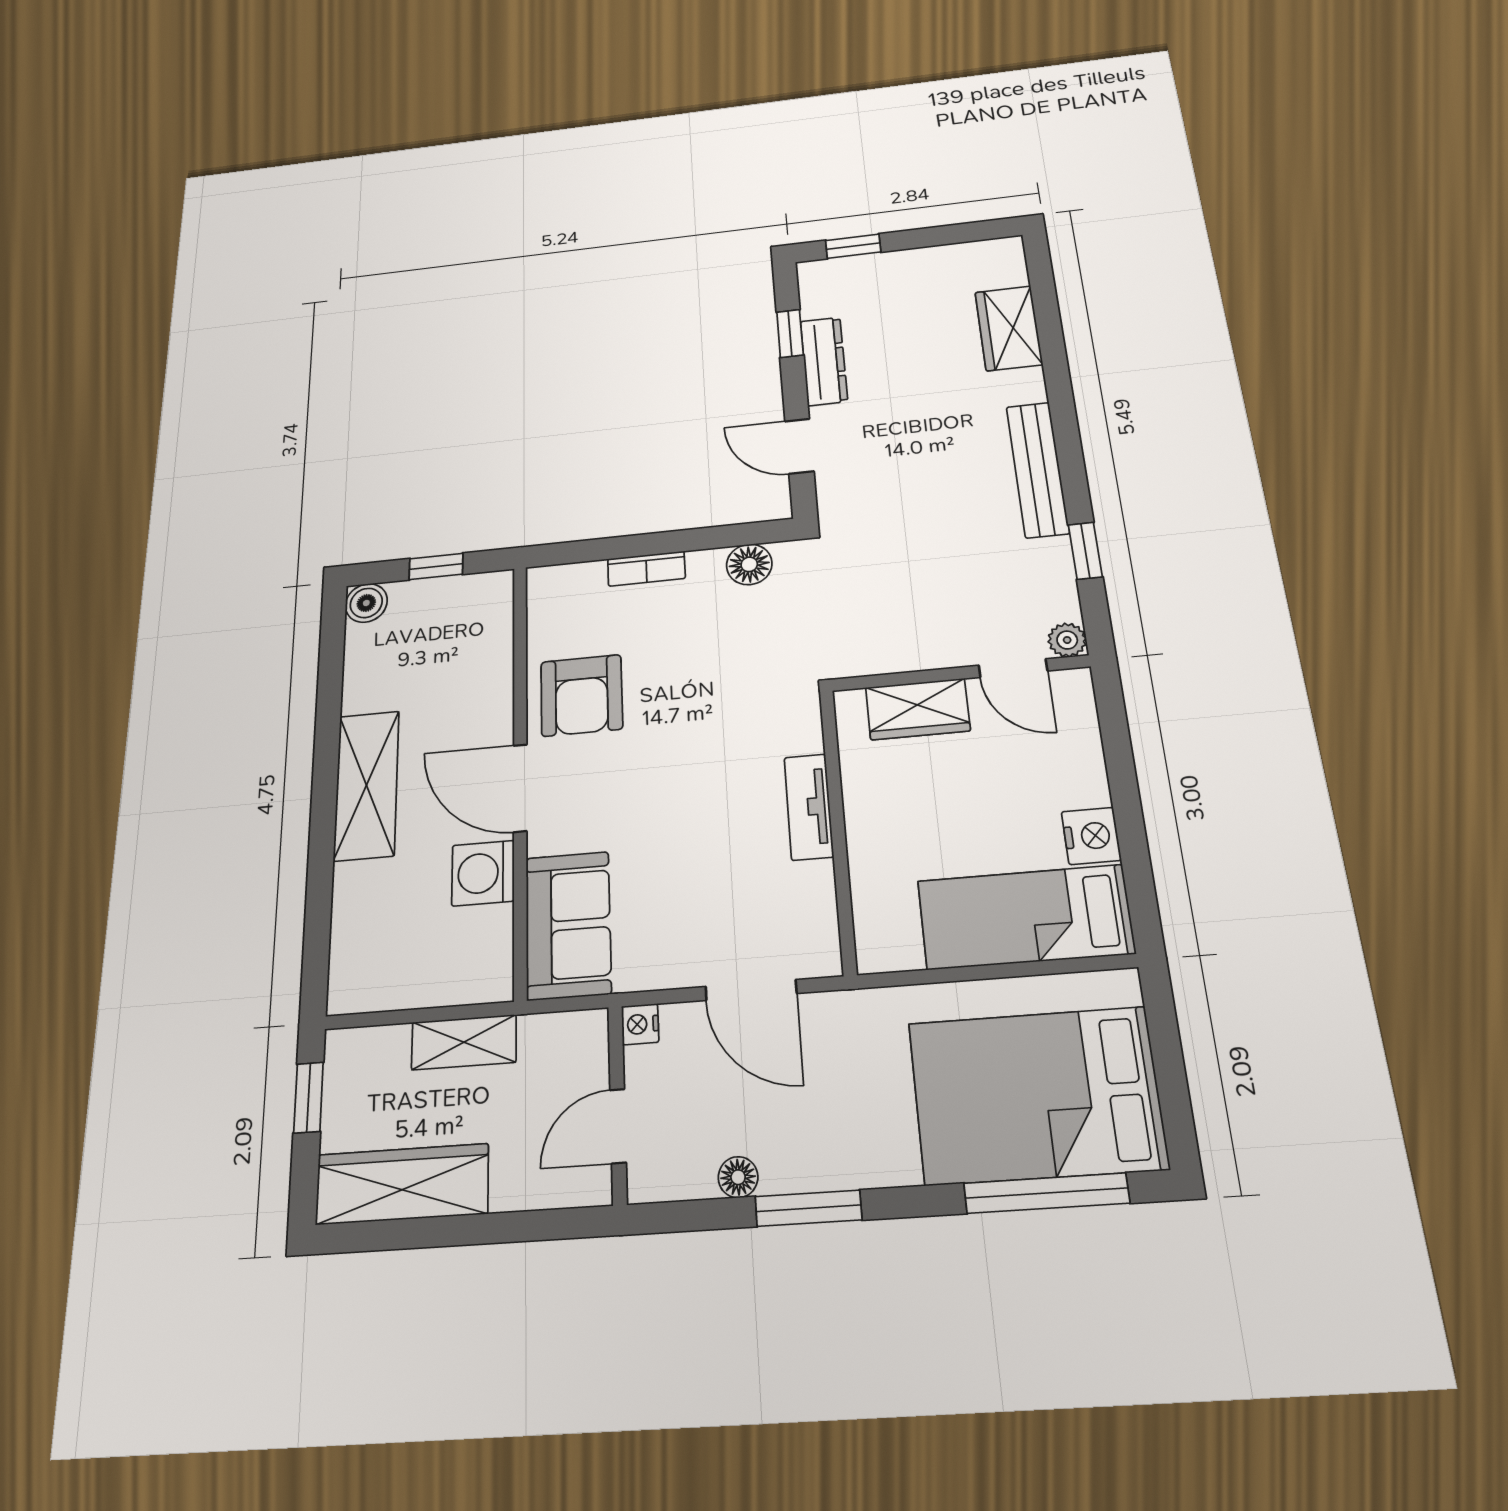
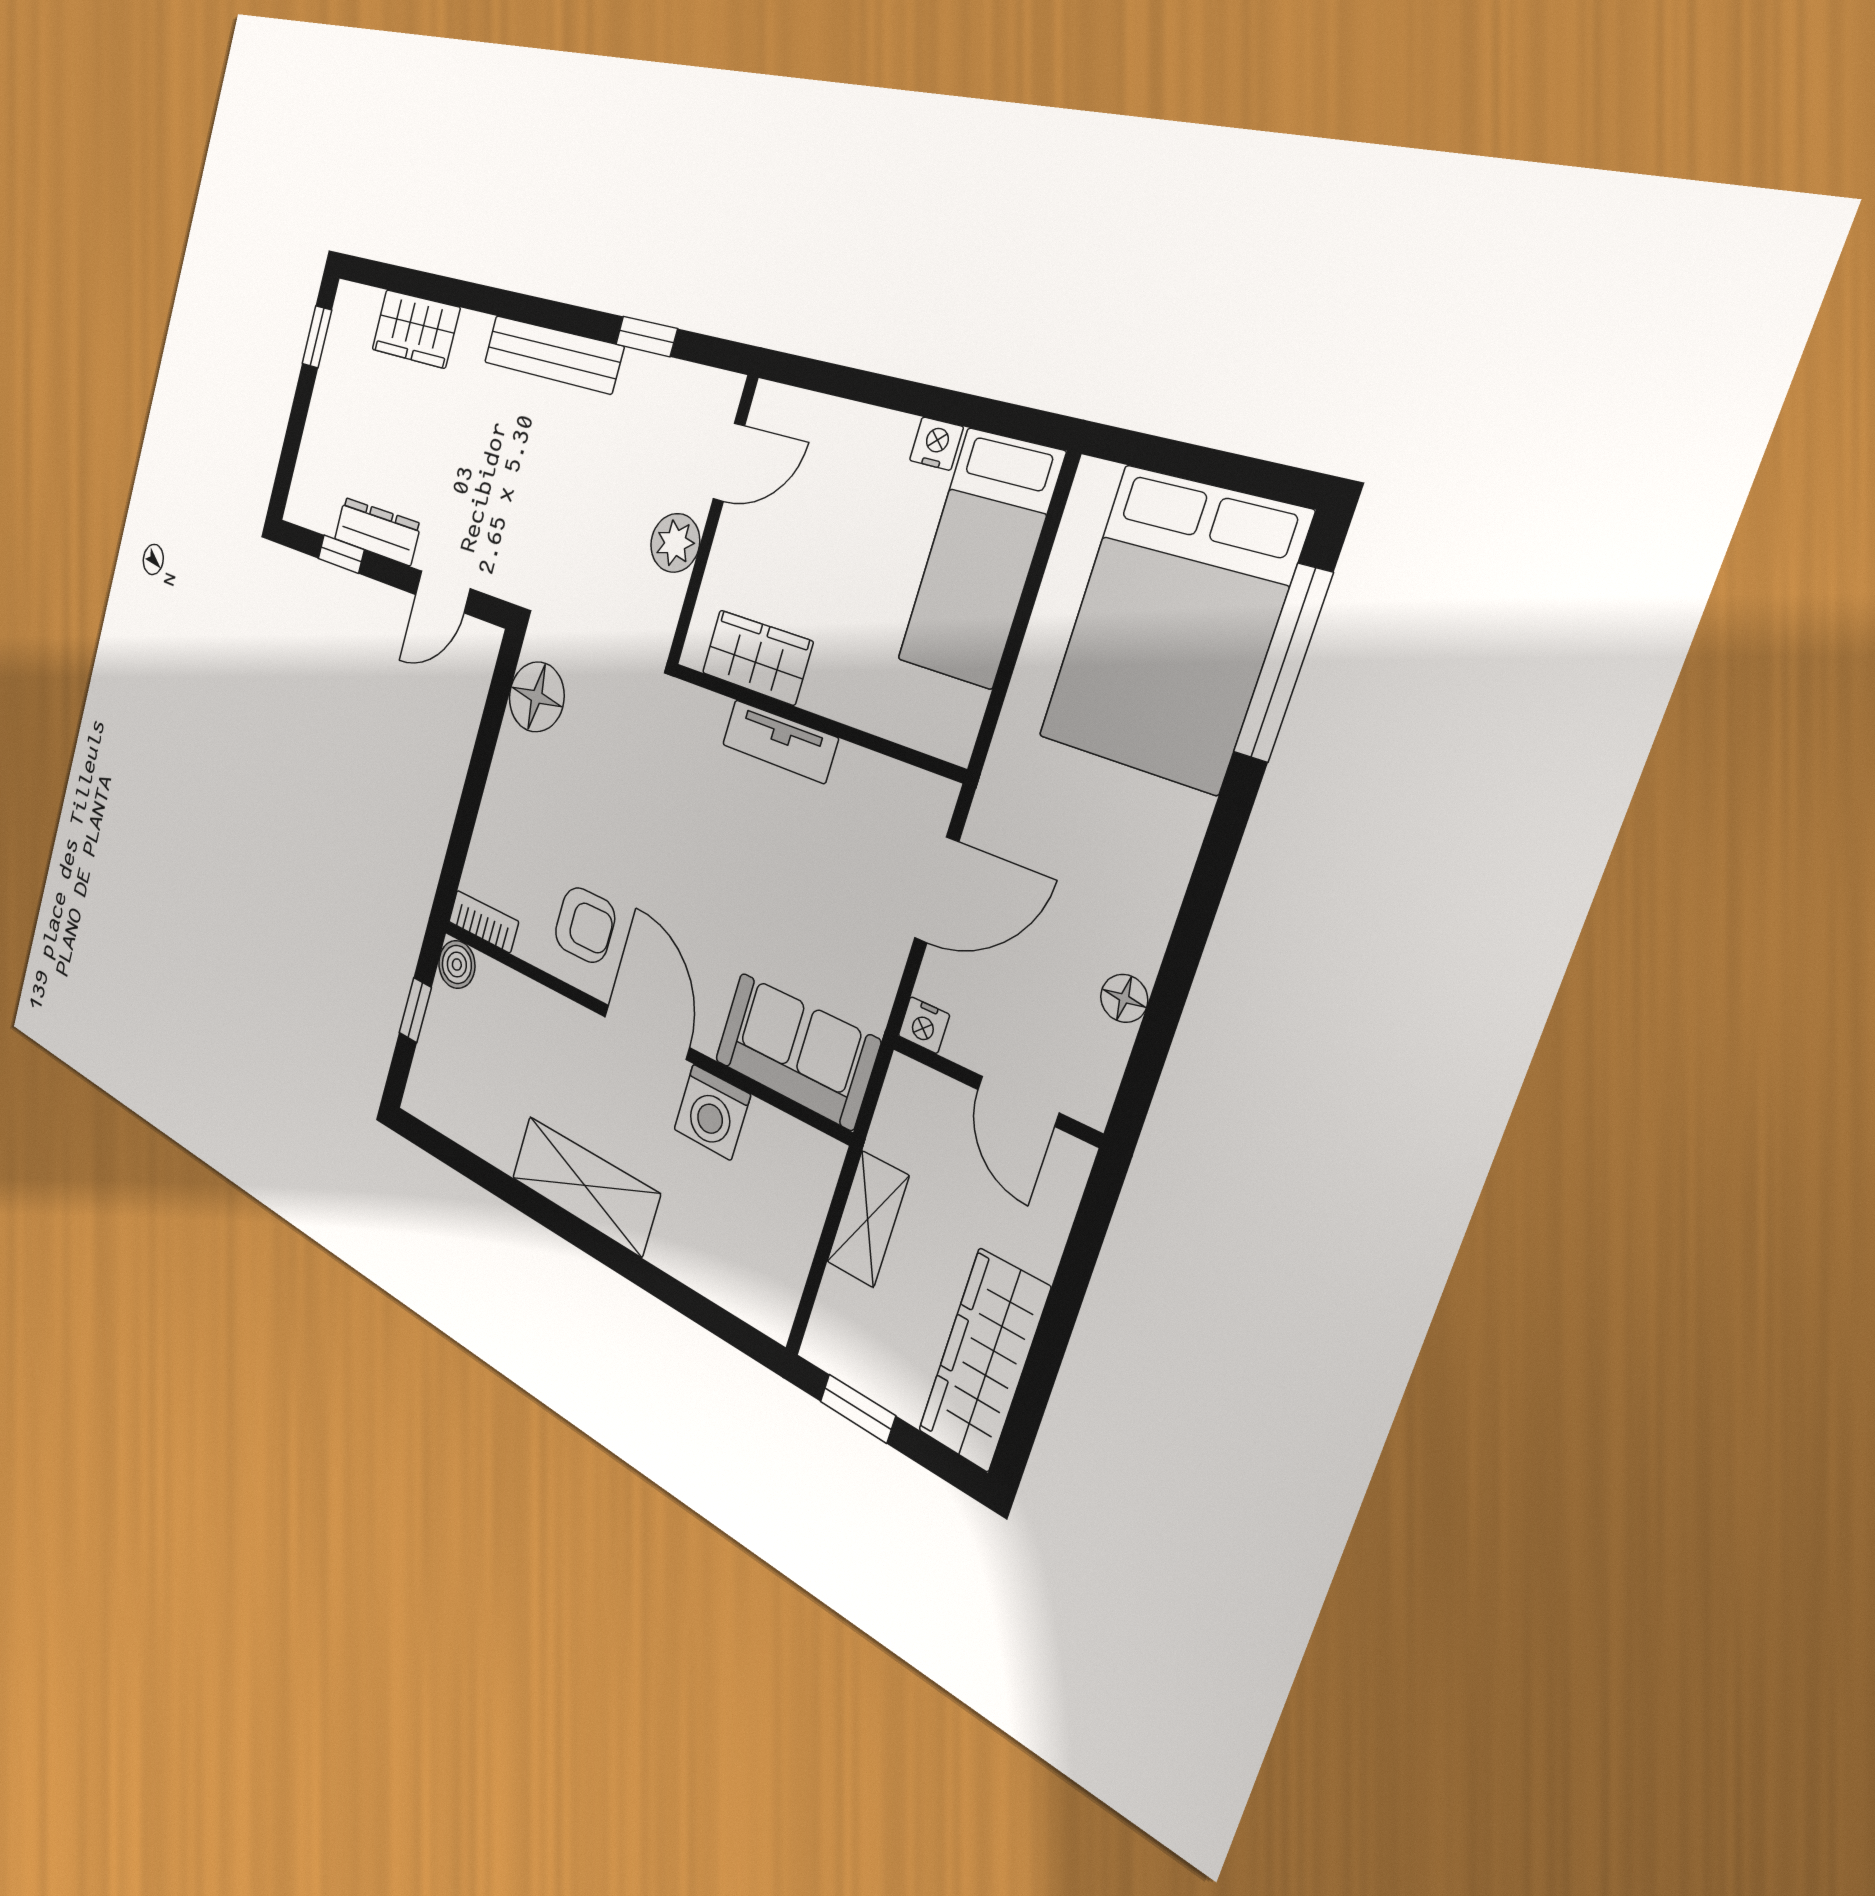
window: (853, 246) -> (317, 337), moved
floor lamp: (749, 564) -> (537, 697), width x1.38, depth x1.38
bookcase: (646, 569) -> (483, 921), moved, turned -90
boiler: (366, 603) -> (457, 964), moved
plant: (1067, 640) -> (675, 543), moved, width x1.38, depth x1.38
armchair: (582, 695) -> (585, 925), width x0.72, depth x0.72
wardrobe: (918, 709) -> (757, 657), moved, turned -90
door: (520, 788) -> (647, 1032), swing flipped
nightstand: (1091, 836) -> (936, 444), width x0.72, depth x0.74
window: (808, 1208) -> (1189, 937), removed

